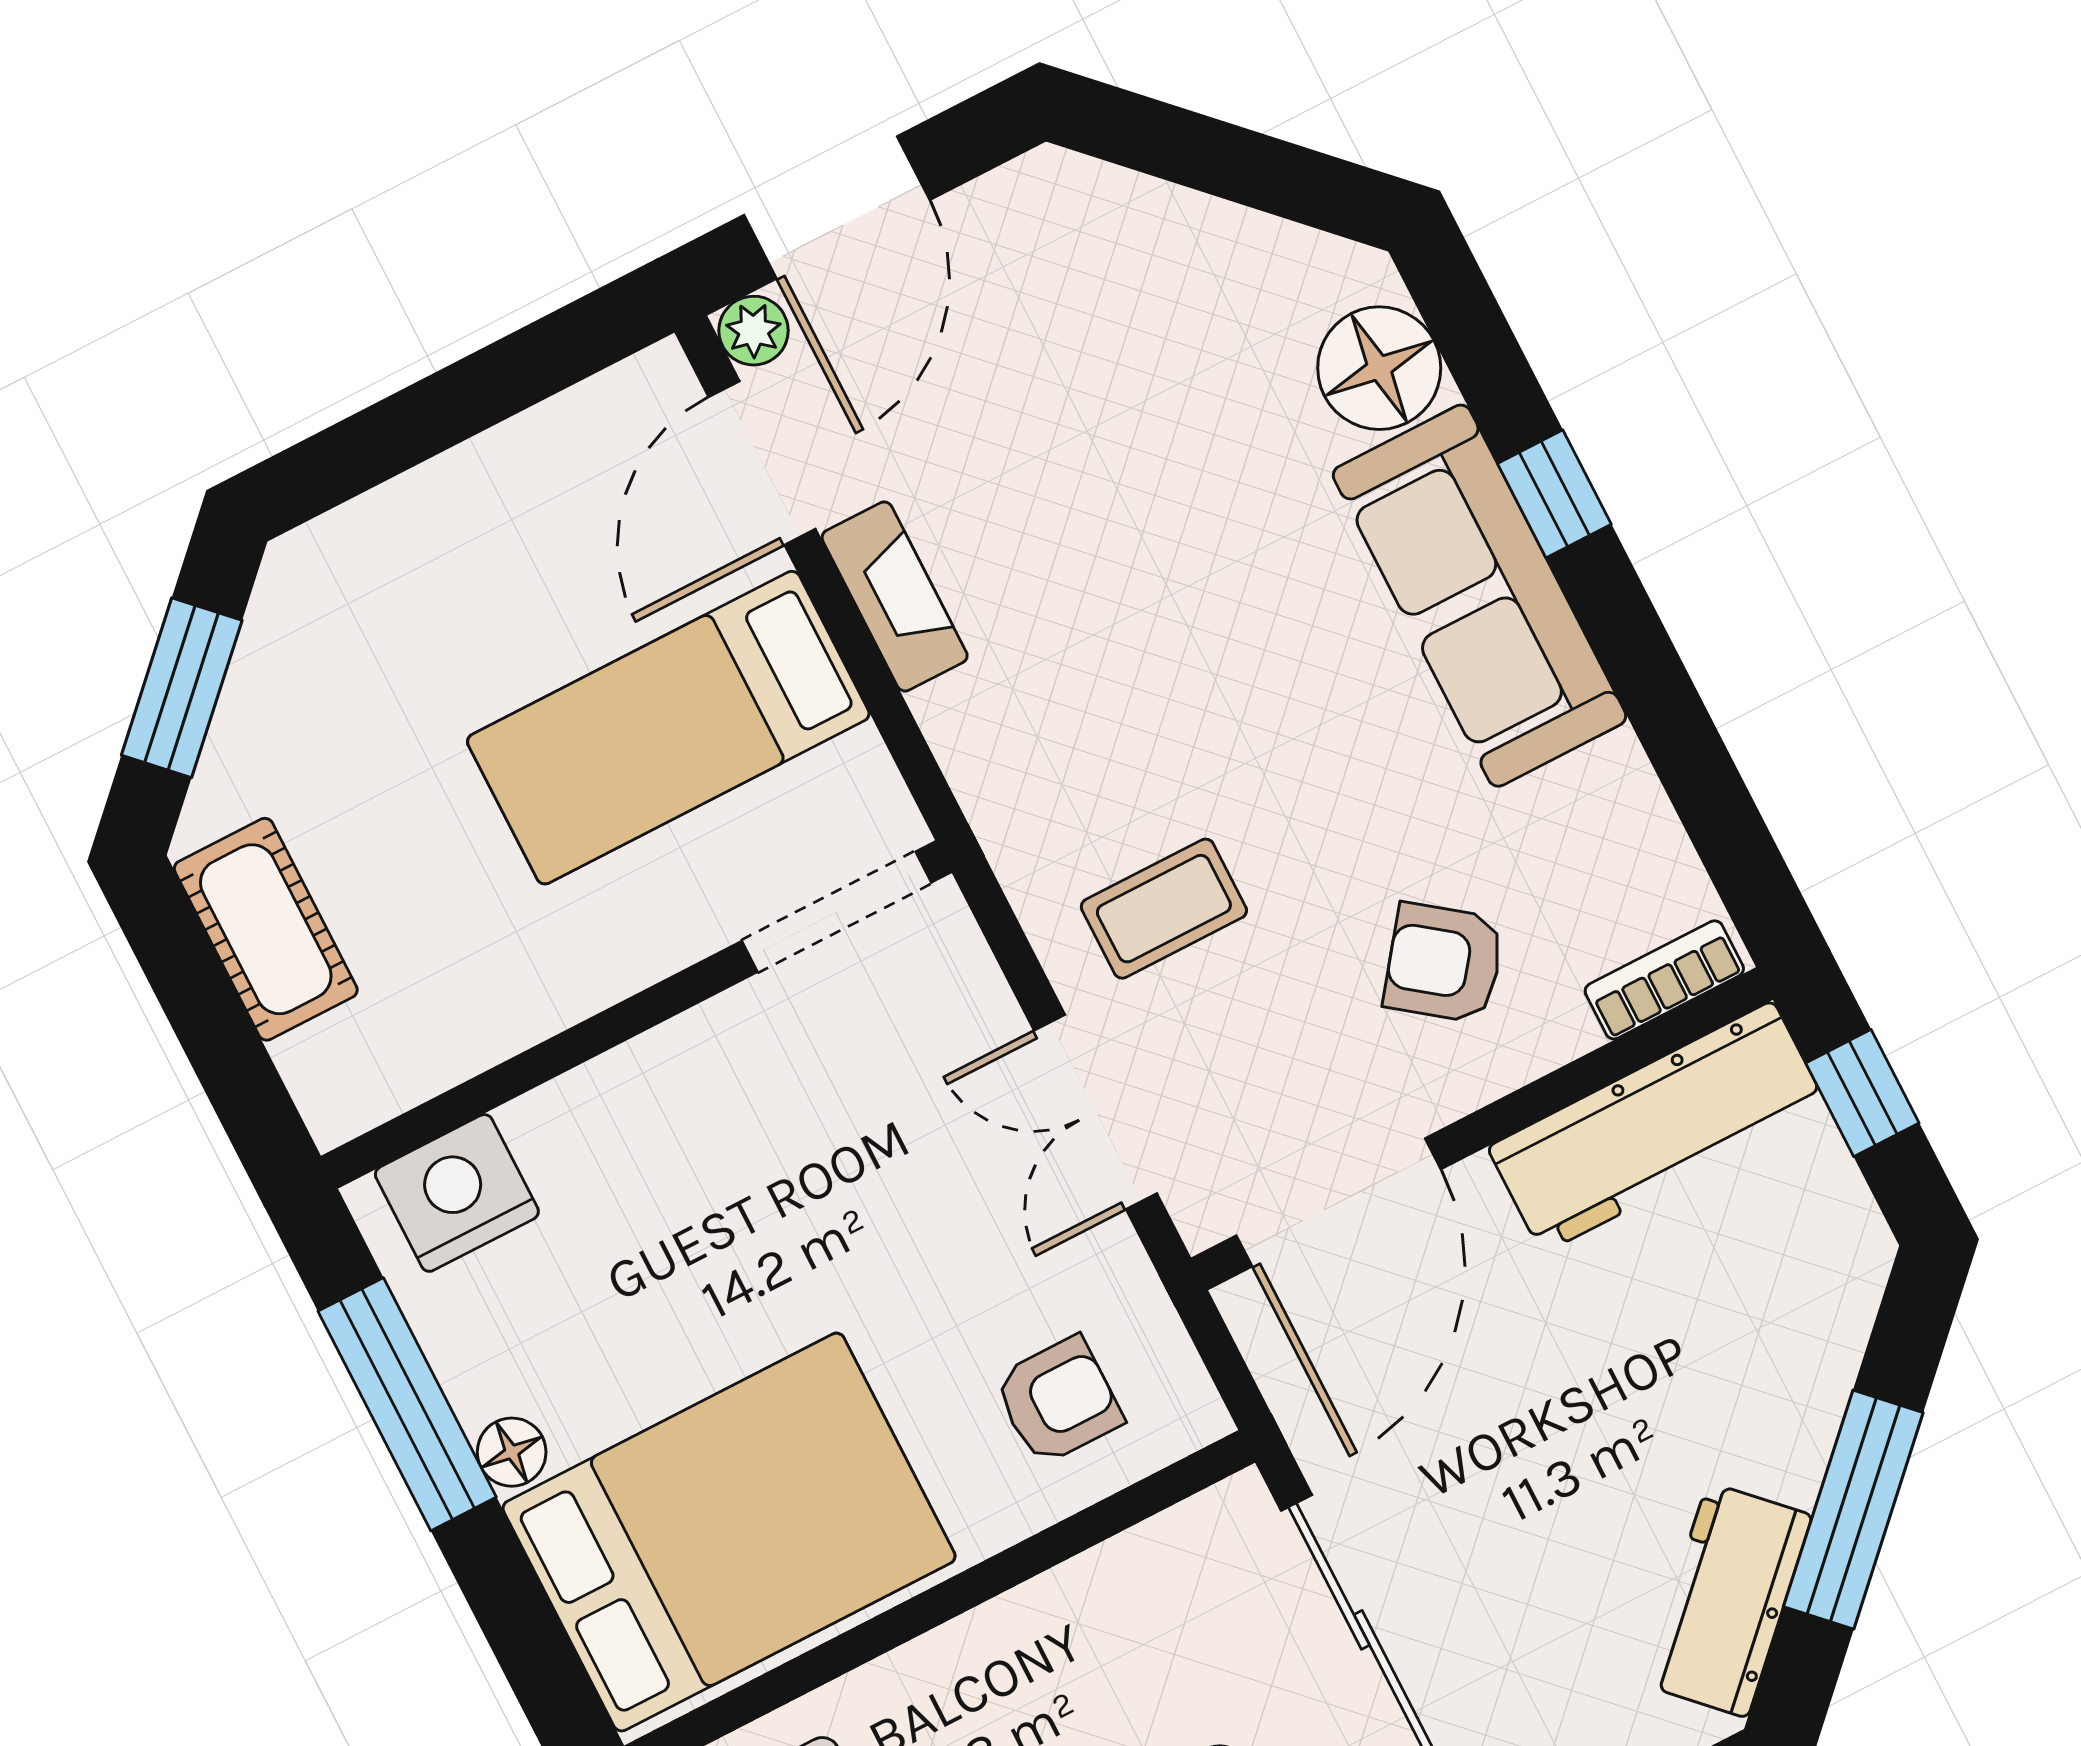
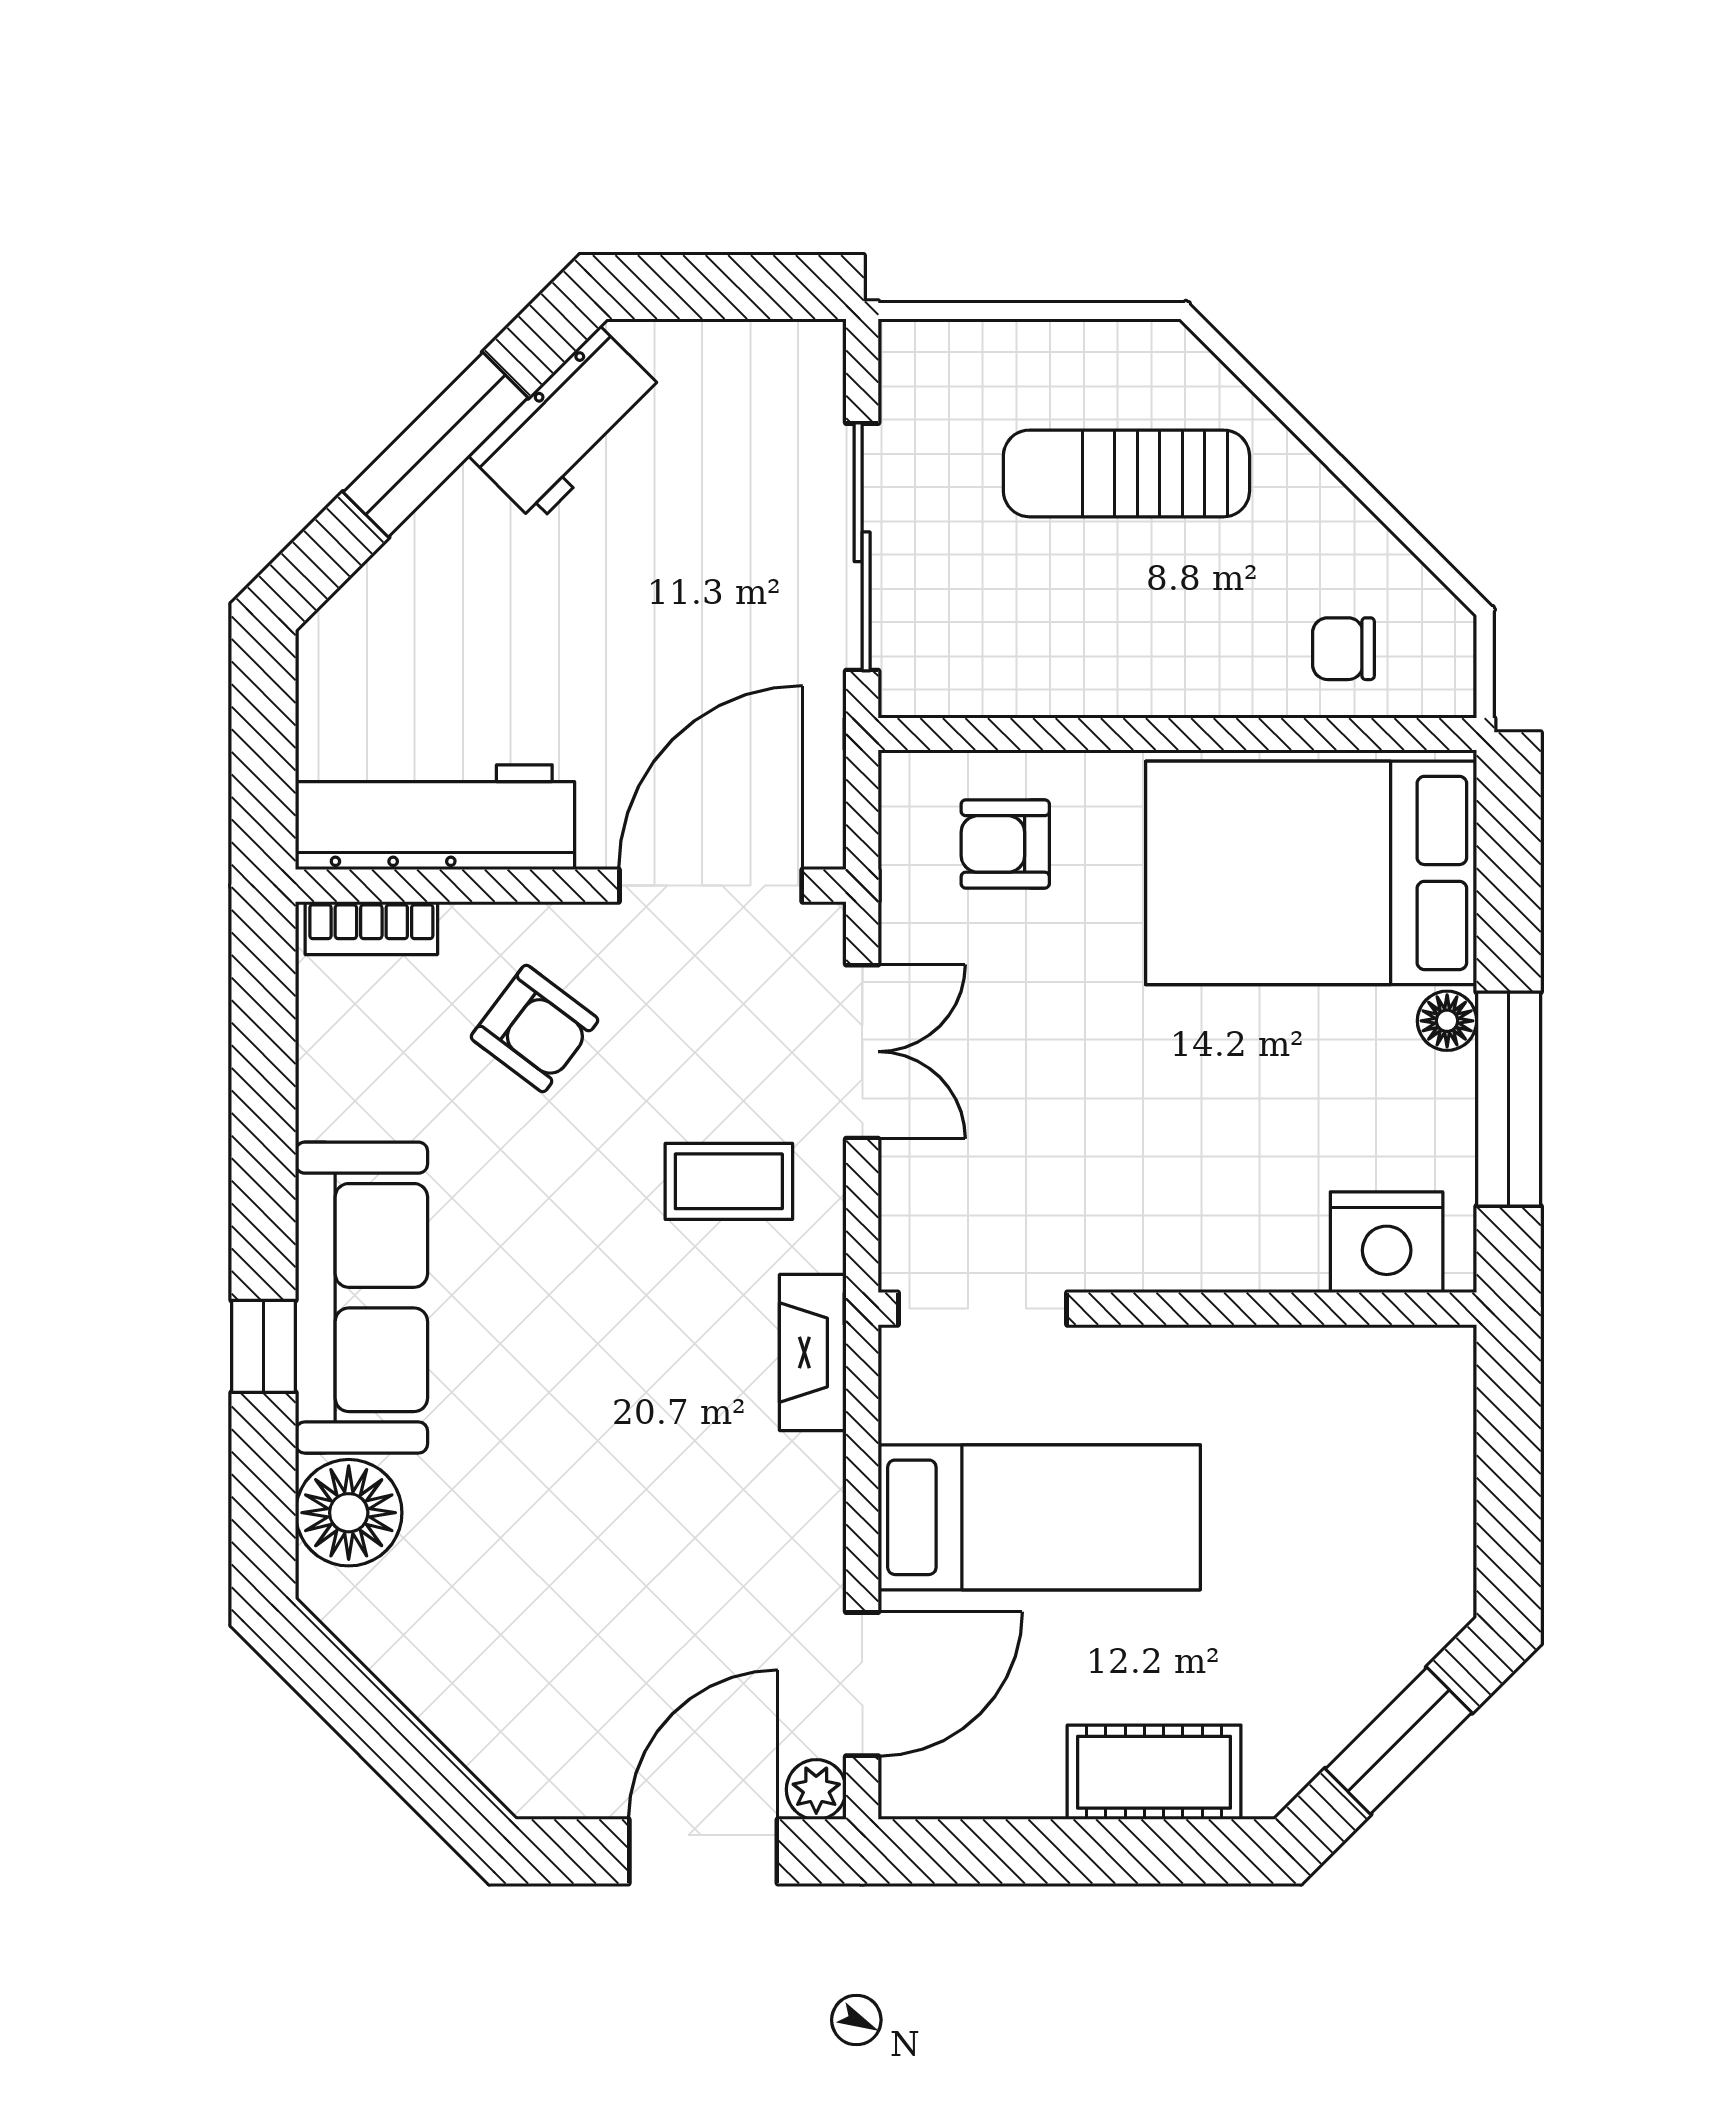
fireplace: (895, 596) -> (813, 1352), moved
cot: (266, 929) -> (1154, 1772), moved, turned 90
window: (1862, 1093) -> (264, 762), removed

